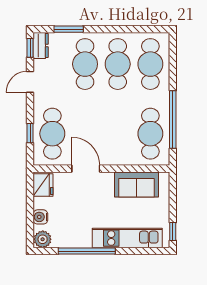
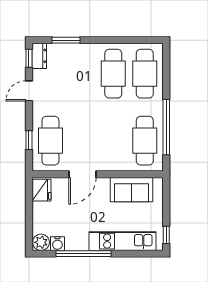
cafe table: (85, 64) -> (82, 74), removed
door: (86, 169) -> (83, 174), swing flipped
water cooler: (40, 217) -> (57, 244), moved, turned -90

